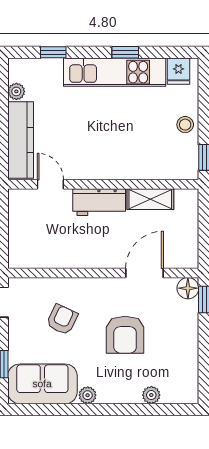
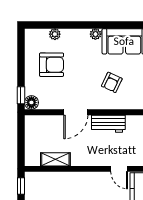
workbench: (99, 202) -> (108, 124), moved, turned 180
door: (145, 273) -> (76, 112), moved
armchair: (125, 335) -> (52, 65), moved, turned 90

